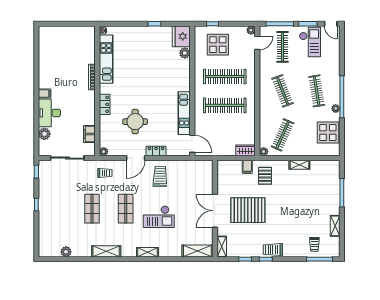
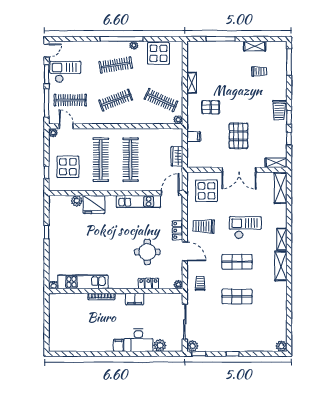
fridge: (181, 36) -> (94, 204), moved
locker: (105, 104) -> (148, 283), moved
filing cabinet: (89, 134) -> (135, 299), moved
wardrobe: (246, 150) -> (177, 156), moved
plant: (44, 166) -> (193, 346), added
pallet: (265, 176) -> (211, 107), moved
display table: (194, 179) -> (207, 191), added
pallet: (248, 210) -> (238, 136), width x0.73, depth x0.71
checkout: (159, 217) -> (245, 228), turned -90
trolley: (314, 244) -> (259, 71), moved
shelving: (106, 251) -> (281, 266), moved
plant: (66, 252) -> (281, 346), moved

